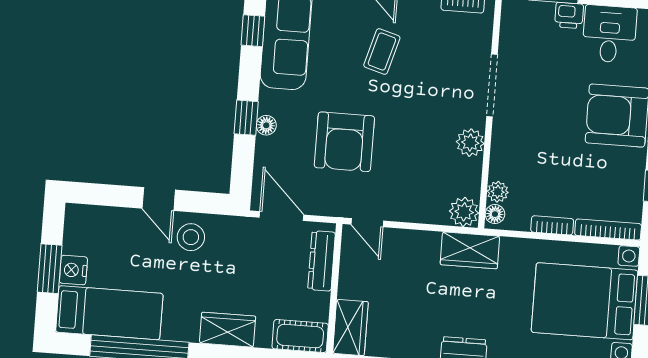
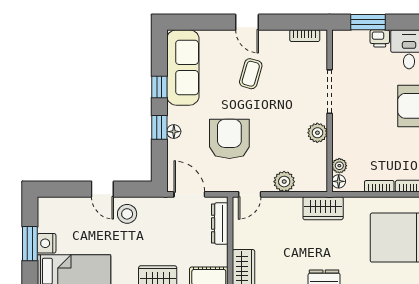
window: (253, 31) -> (159, 87), moved
armchair: (344, 142) -> (229, 139), turned 180
plant: (464, 212) -> (284, 182), moved
door: (367, 223) -> (250, 194), hinge flipped

